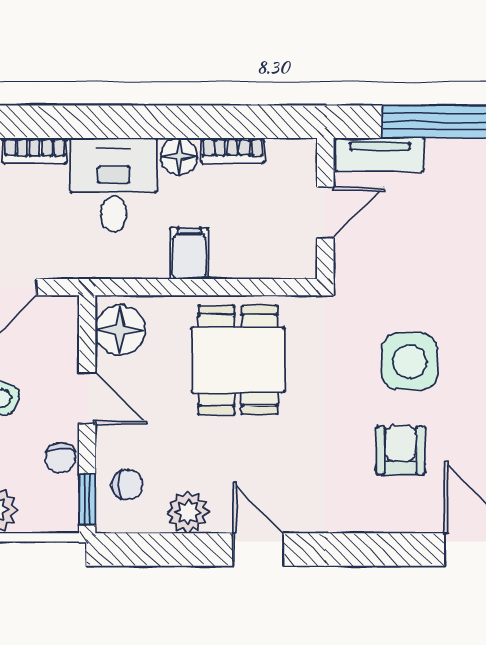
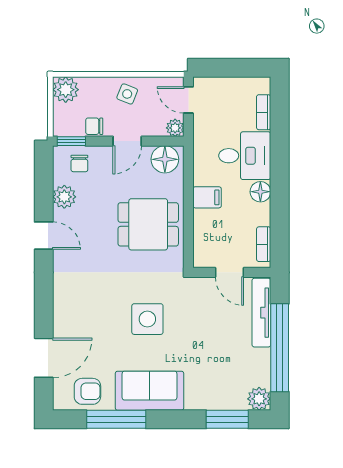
bookcase: (233, 151) -> (264, 244), moved
tv unit: (380, 155) -> (261, 313), width x1.41
plant: (63, 311) -> (175, 128), added
armchair: (401, 450) -> (98, 314), removed
door: (258, 549) -> (44, 236), hinge flipped

